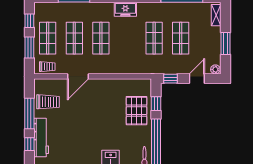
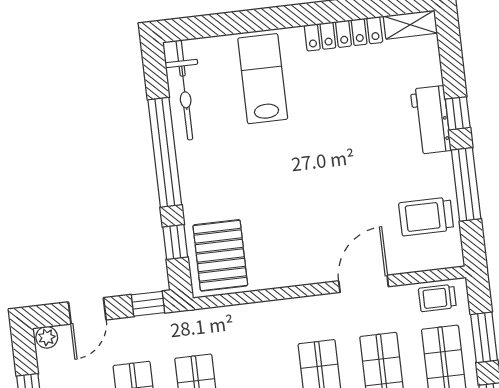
pallet: (137, 111) -> (220, 255), moved
workbench: (41, 137) -> (431, 120), width x0.73

